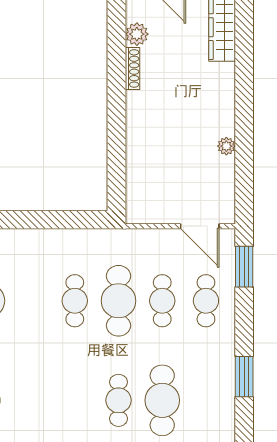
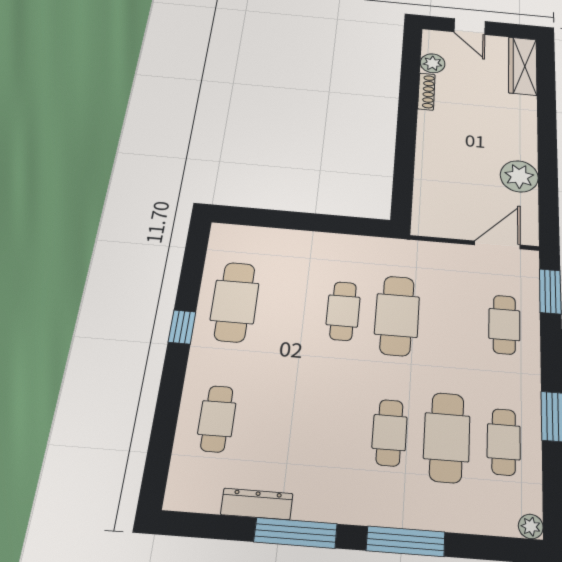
plant: (226, 146) -> (519, 176), width x1.87, depth x1.87
door: (200, 226) -> (497, 245), swing flipped
cafe table: (162, 301) -> (504, 442), moved

